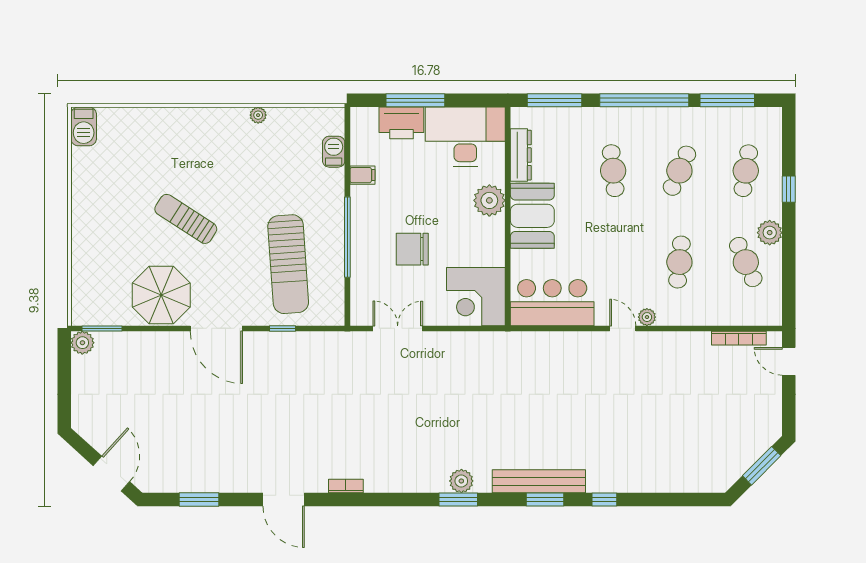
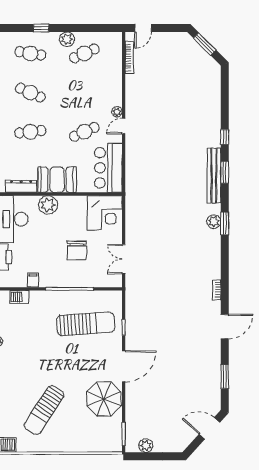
sun lounger: (186, 219) -> (44, 410), moved, width x1.36, depth x1.34
cafe table: (679, 262) -> (84, 132), moved, turned -30
plant: (82, 343) -> (146, 445), moved

